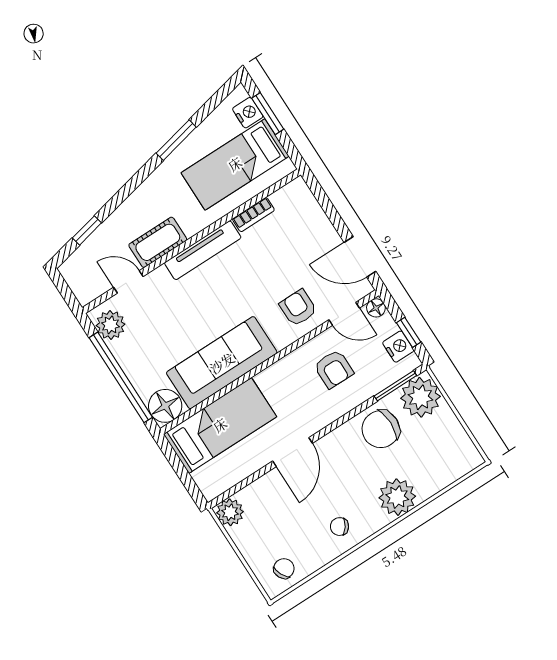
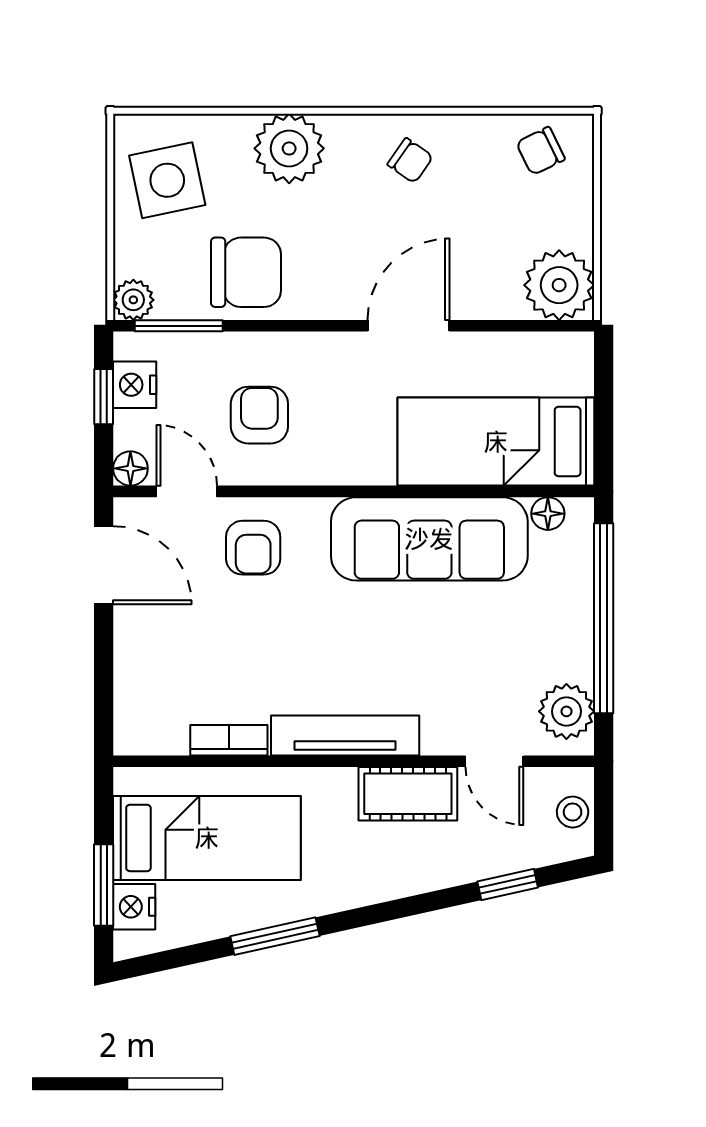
stool: (79, 282) -> (573, 812), added
plant: (420, 397) -> (133, 300), width x0.53, depth x0.53
floor lamp: (165, 406) -> (548, 514), width x0.53, depth x0.53
side table: (443, 448) -> (167, 180), added
plant: (230, 512) -> (559, 285), width x1.36, depth x1.36

